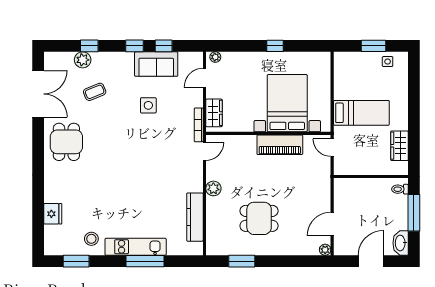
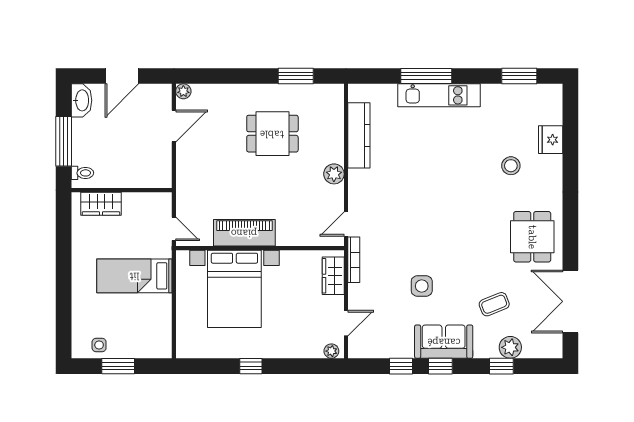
sofa: (156, 64) -> (444, 342), moved
wardrobe: (399, 146) -> (101, 204), moved, turned 90
stool: (91, 239) -> (511, 166), moved

